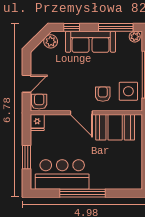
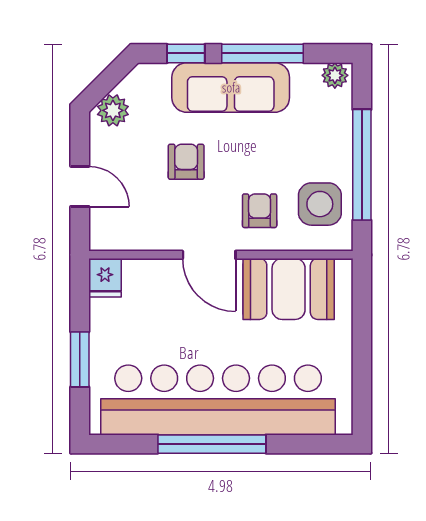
window: (116, 27) -> (262, 53), moved
plant: (51, 41) -> (113, 110), moved
door: (26, 84) -> (80, 186), hinge flipped
armchair: (39, 102) -> (186, 162), moved
bar counter: (62, 174) -> (218, 400), width x1.86

